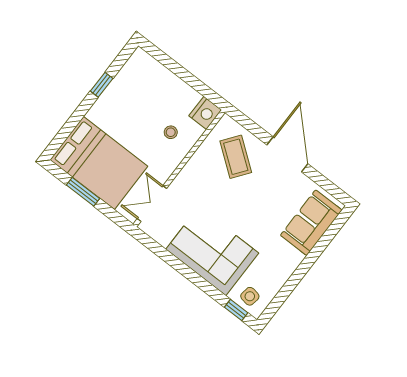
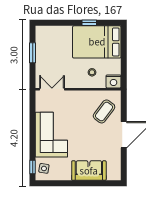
bed: (99, 163) -> (97, 42), moved, turned 90
sofa: (311, 223) -> (89, 171), moved

